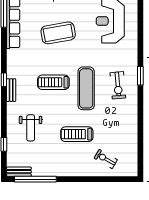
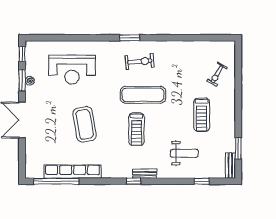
treadmill: (77, 134) -> (202, 115), moved
window: (35, 179) -> (238, 148), width x0.47

